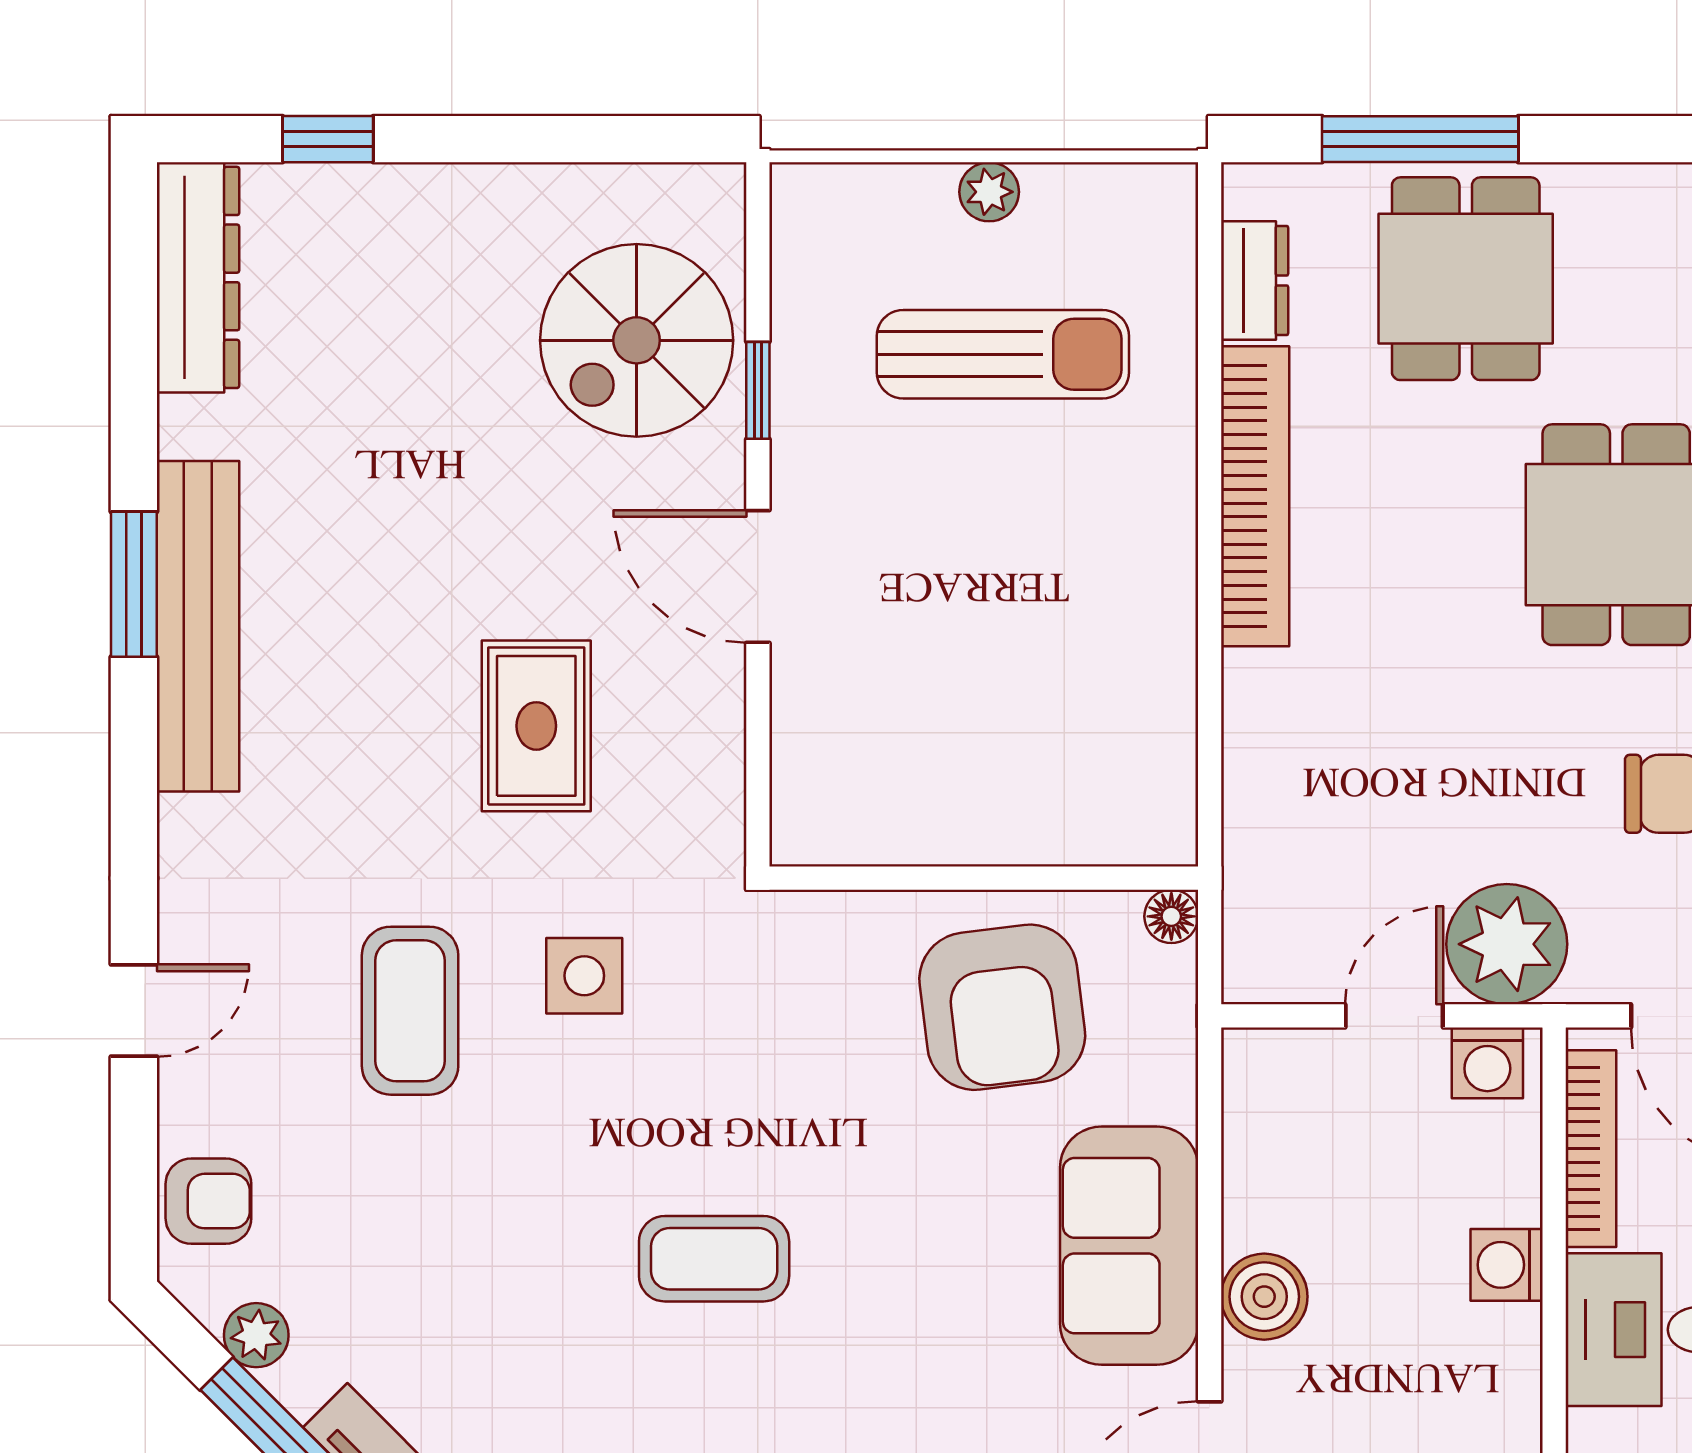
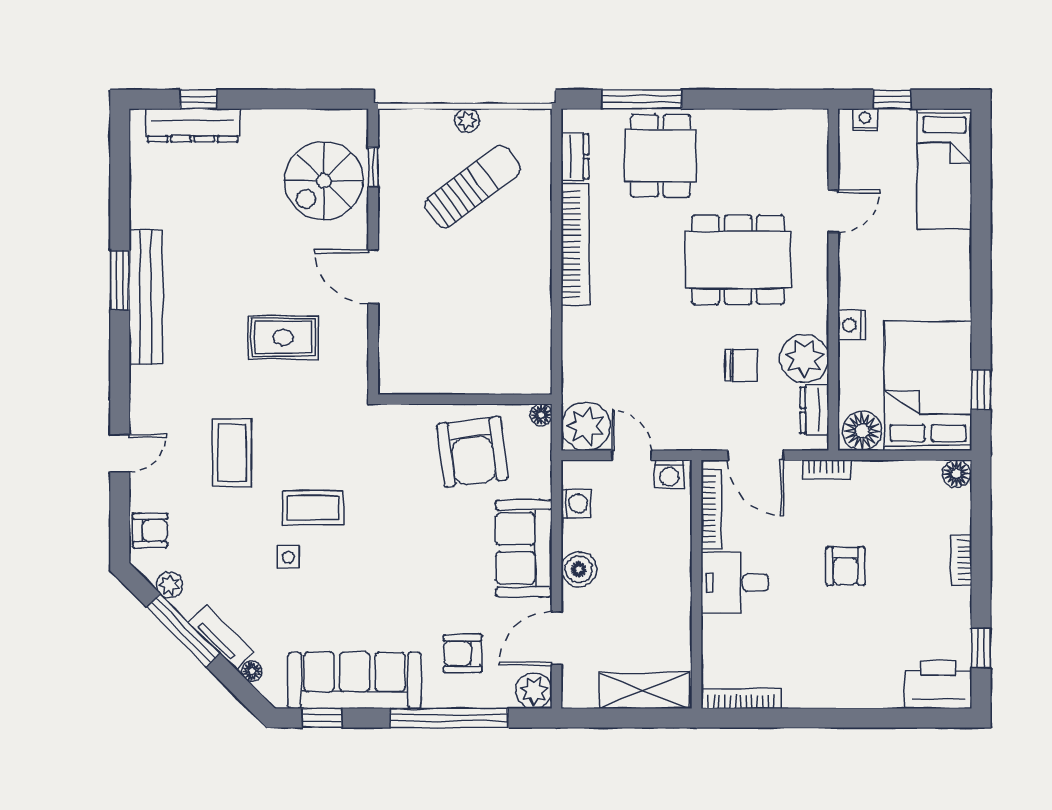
dresser: (198, 277) -> (193, 125), moved, turned 90
sun lounger: (1003, 354) -> (473, 187), turned -37
window: (758, 390) -> (373, 167), moved
rug: (536, 726) -> (283, 337), turned 90
plant: (1507, 944) -> (586, 426), moved
side table: (584, 976) -> (288, 557), moved, width x0.73, depth x0.73
door: (1394, 1016) -> (632, 455), hinge flipped
coffee table: (714, 1259) -> (313, 508), moved
washing machine: (1507, 1265) -> (576, 504), moved, turned 180

